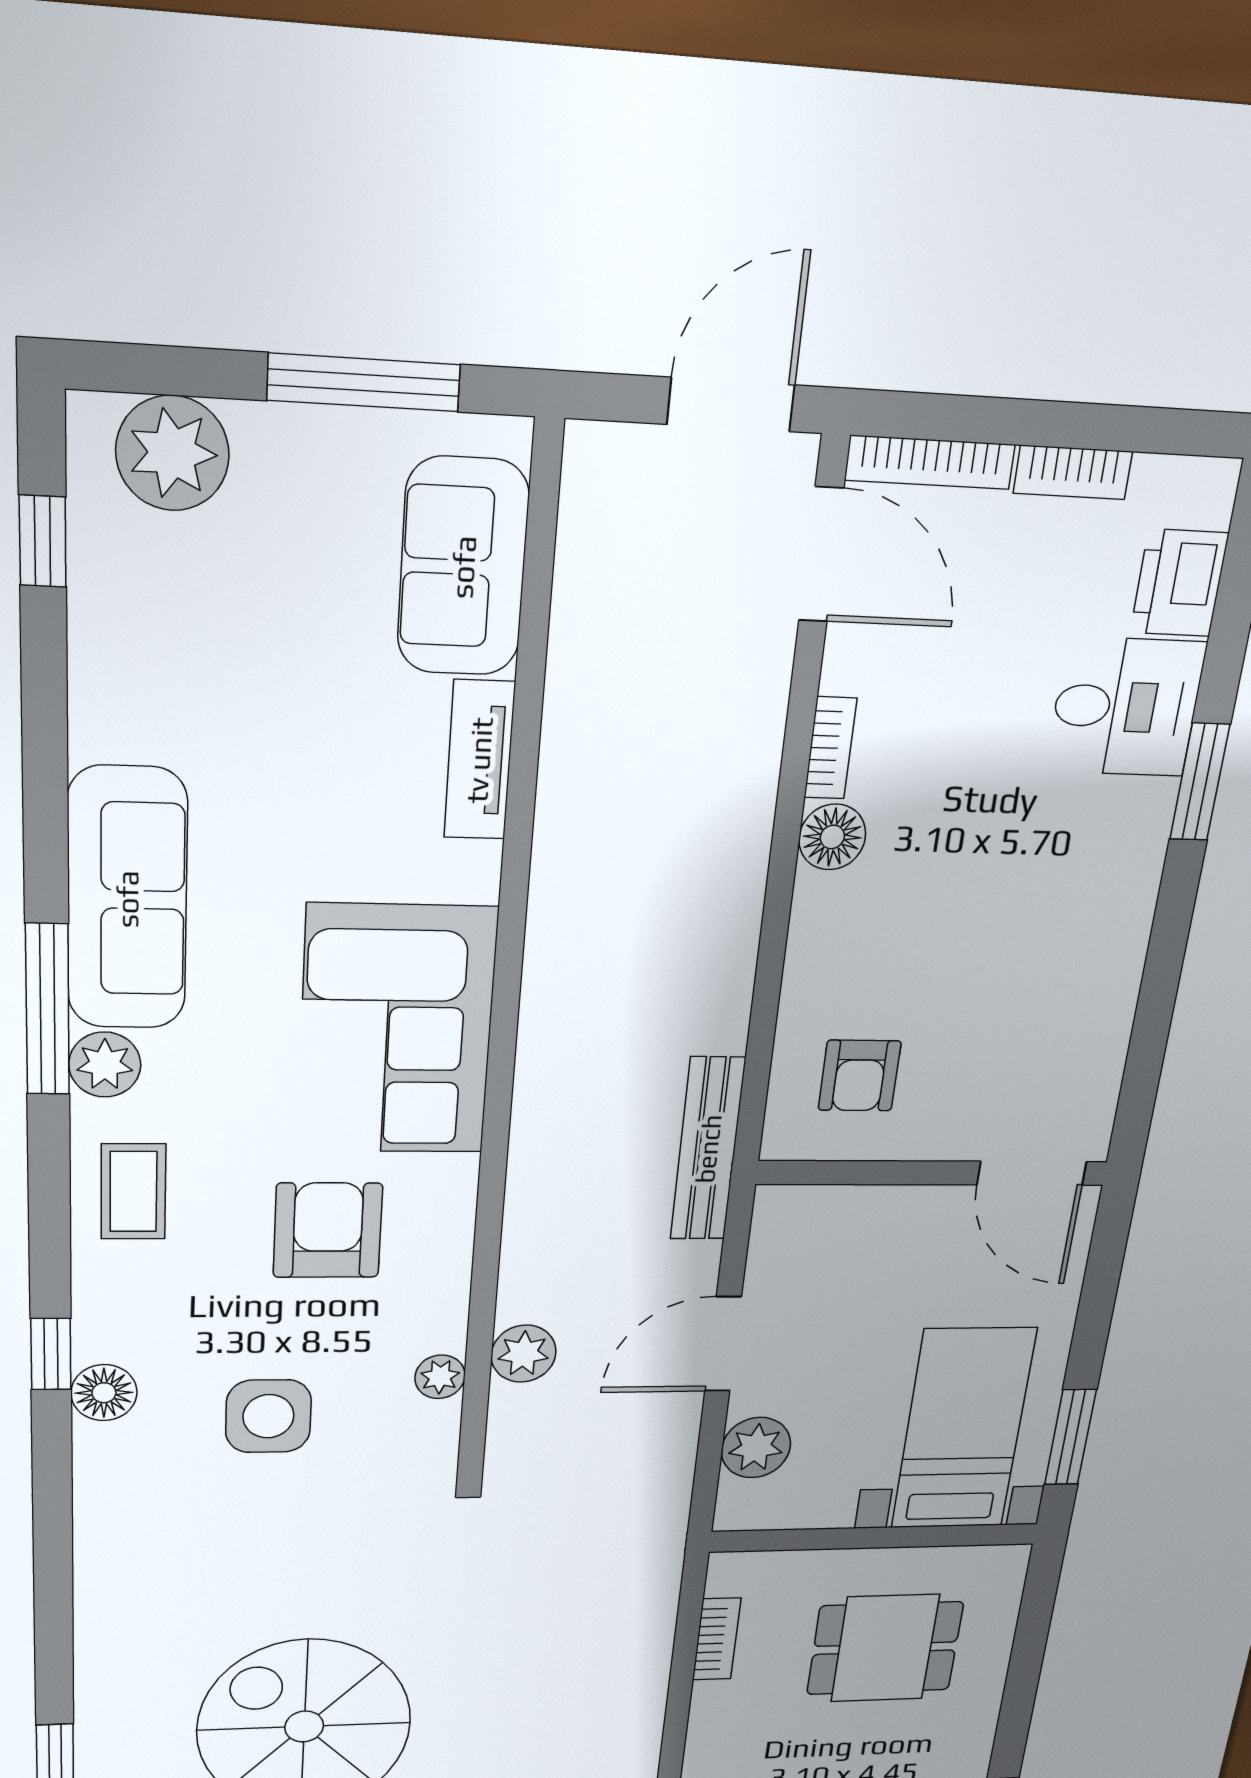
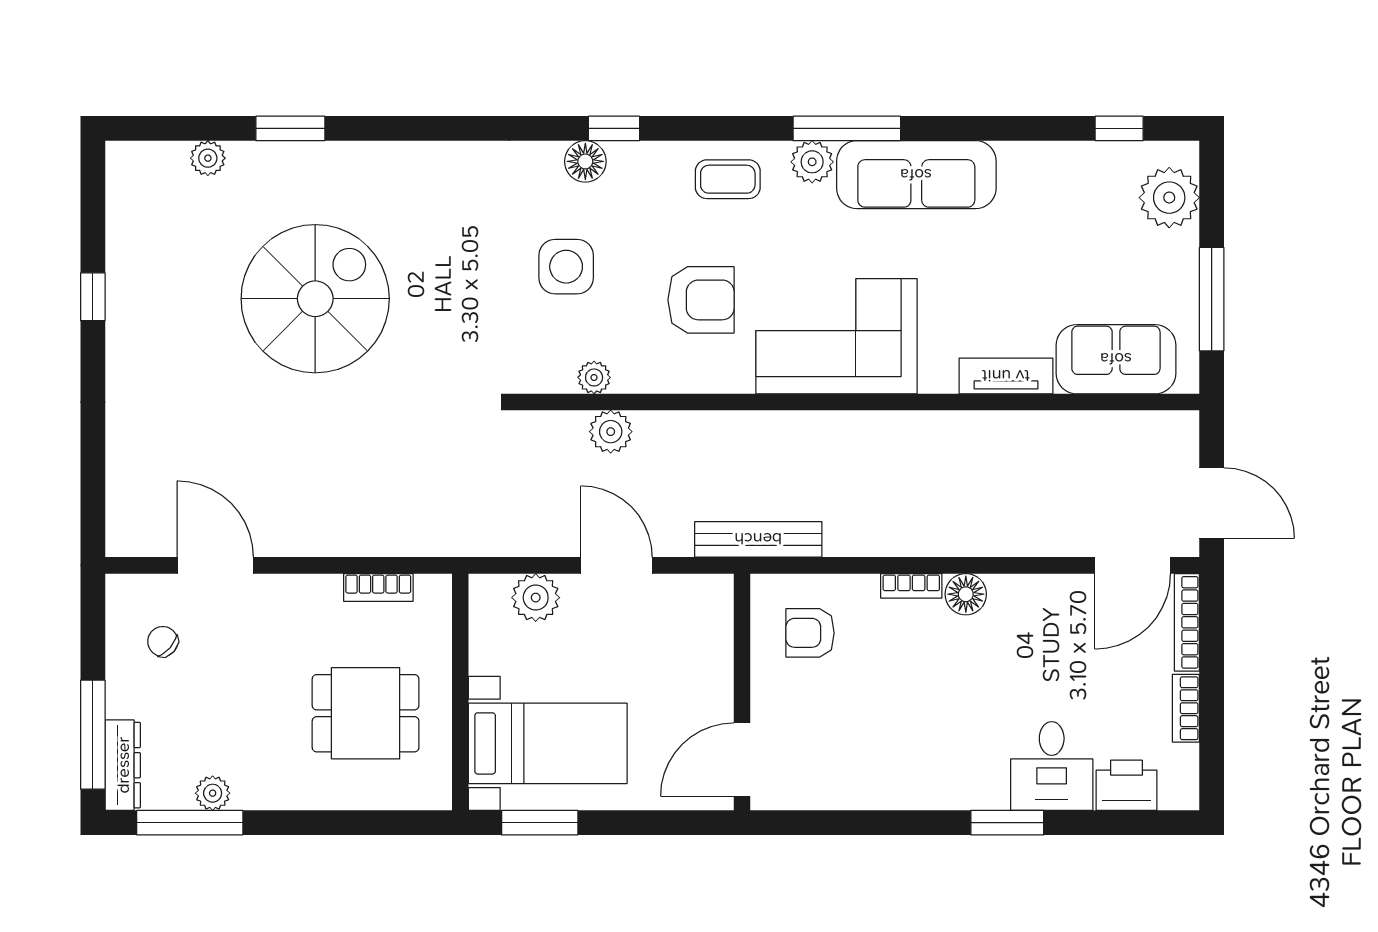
bookcase: (830, 748) -> (911, 586), moved
dining table: (885, 1648) -> (366, 713), turned 90

